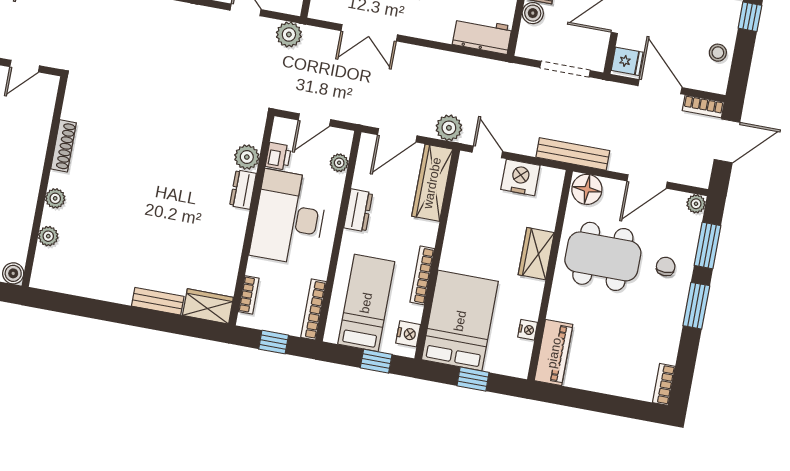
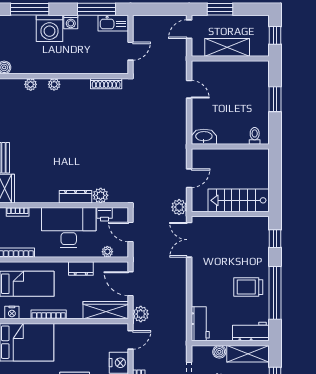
double door: (369, 33) -> (189, 240), moved
door: (25, 66) -> (130, 51), swing flipped
shoe rack: (64, 146) -> (106, 84), moved
dresser: (243, 190) -> (76, 197), width x1.44

